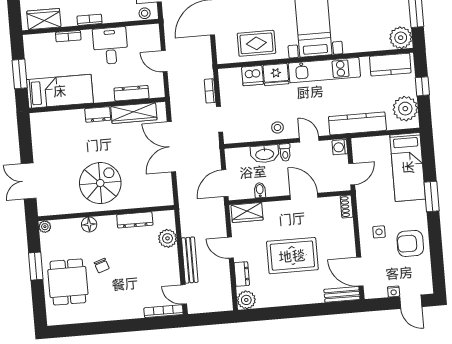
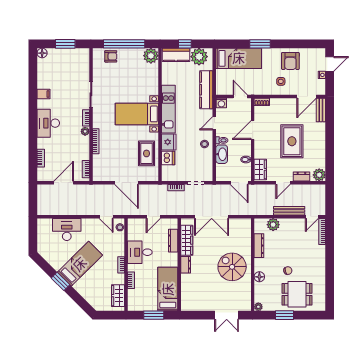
kitchen counter: (390, 65) -> (176, 55), moved, turned 90

